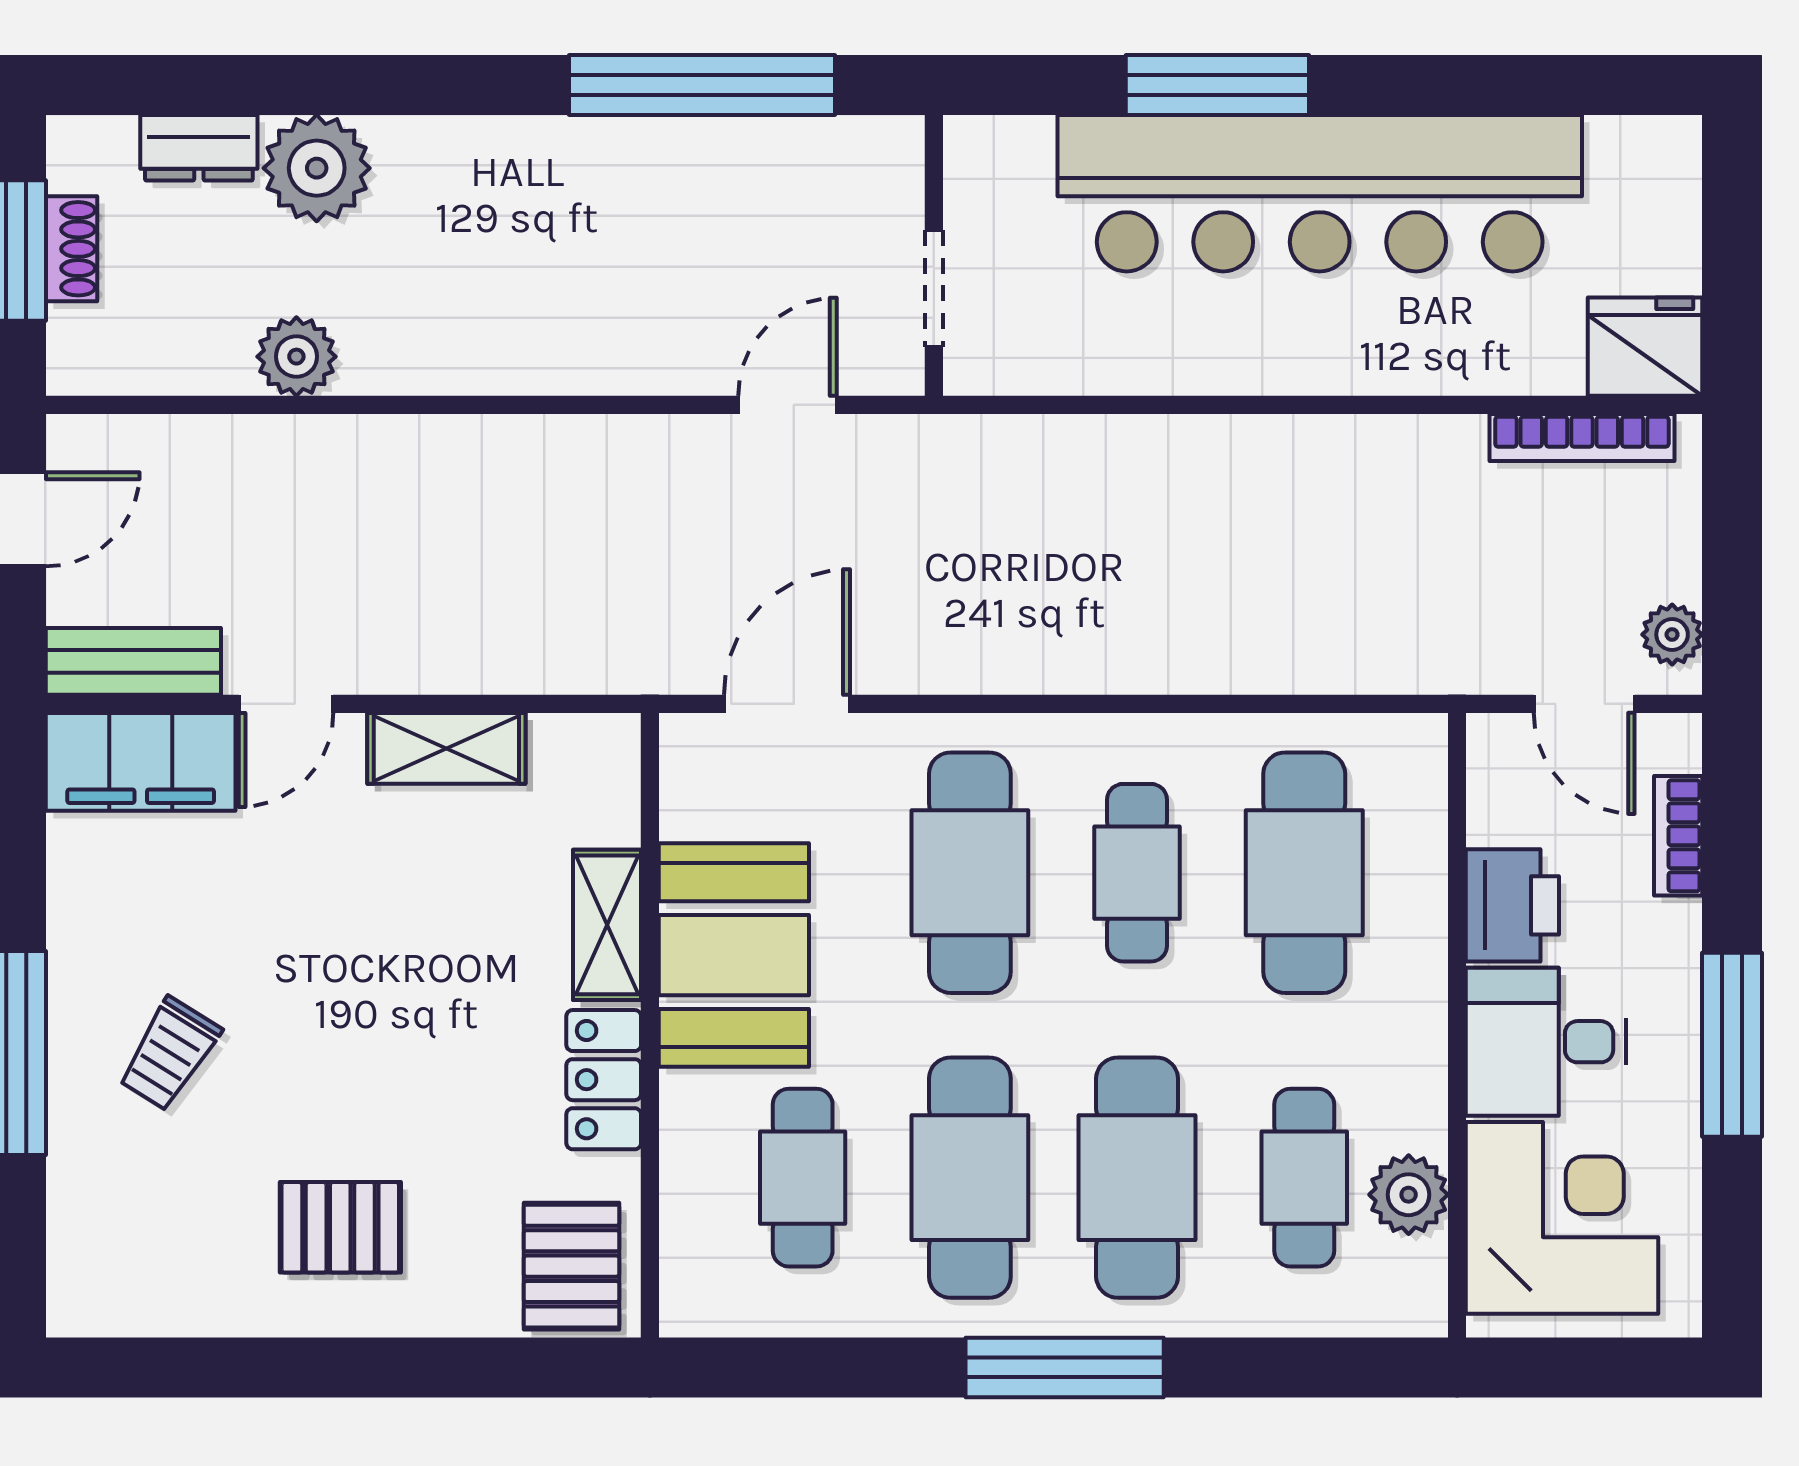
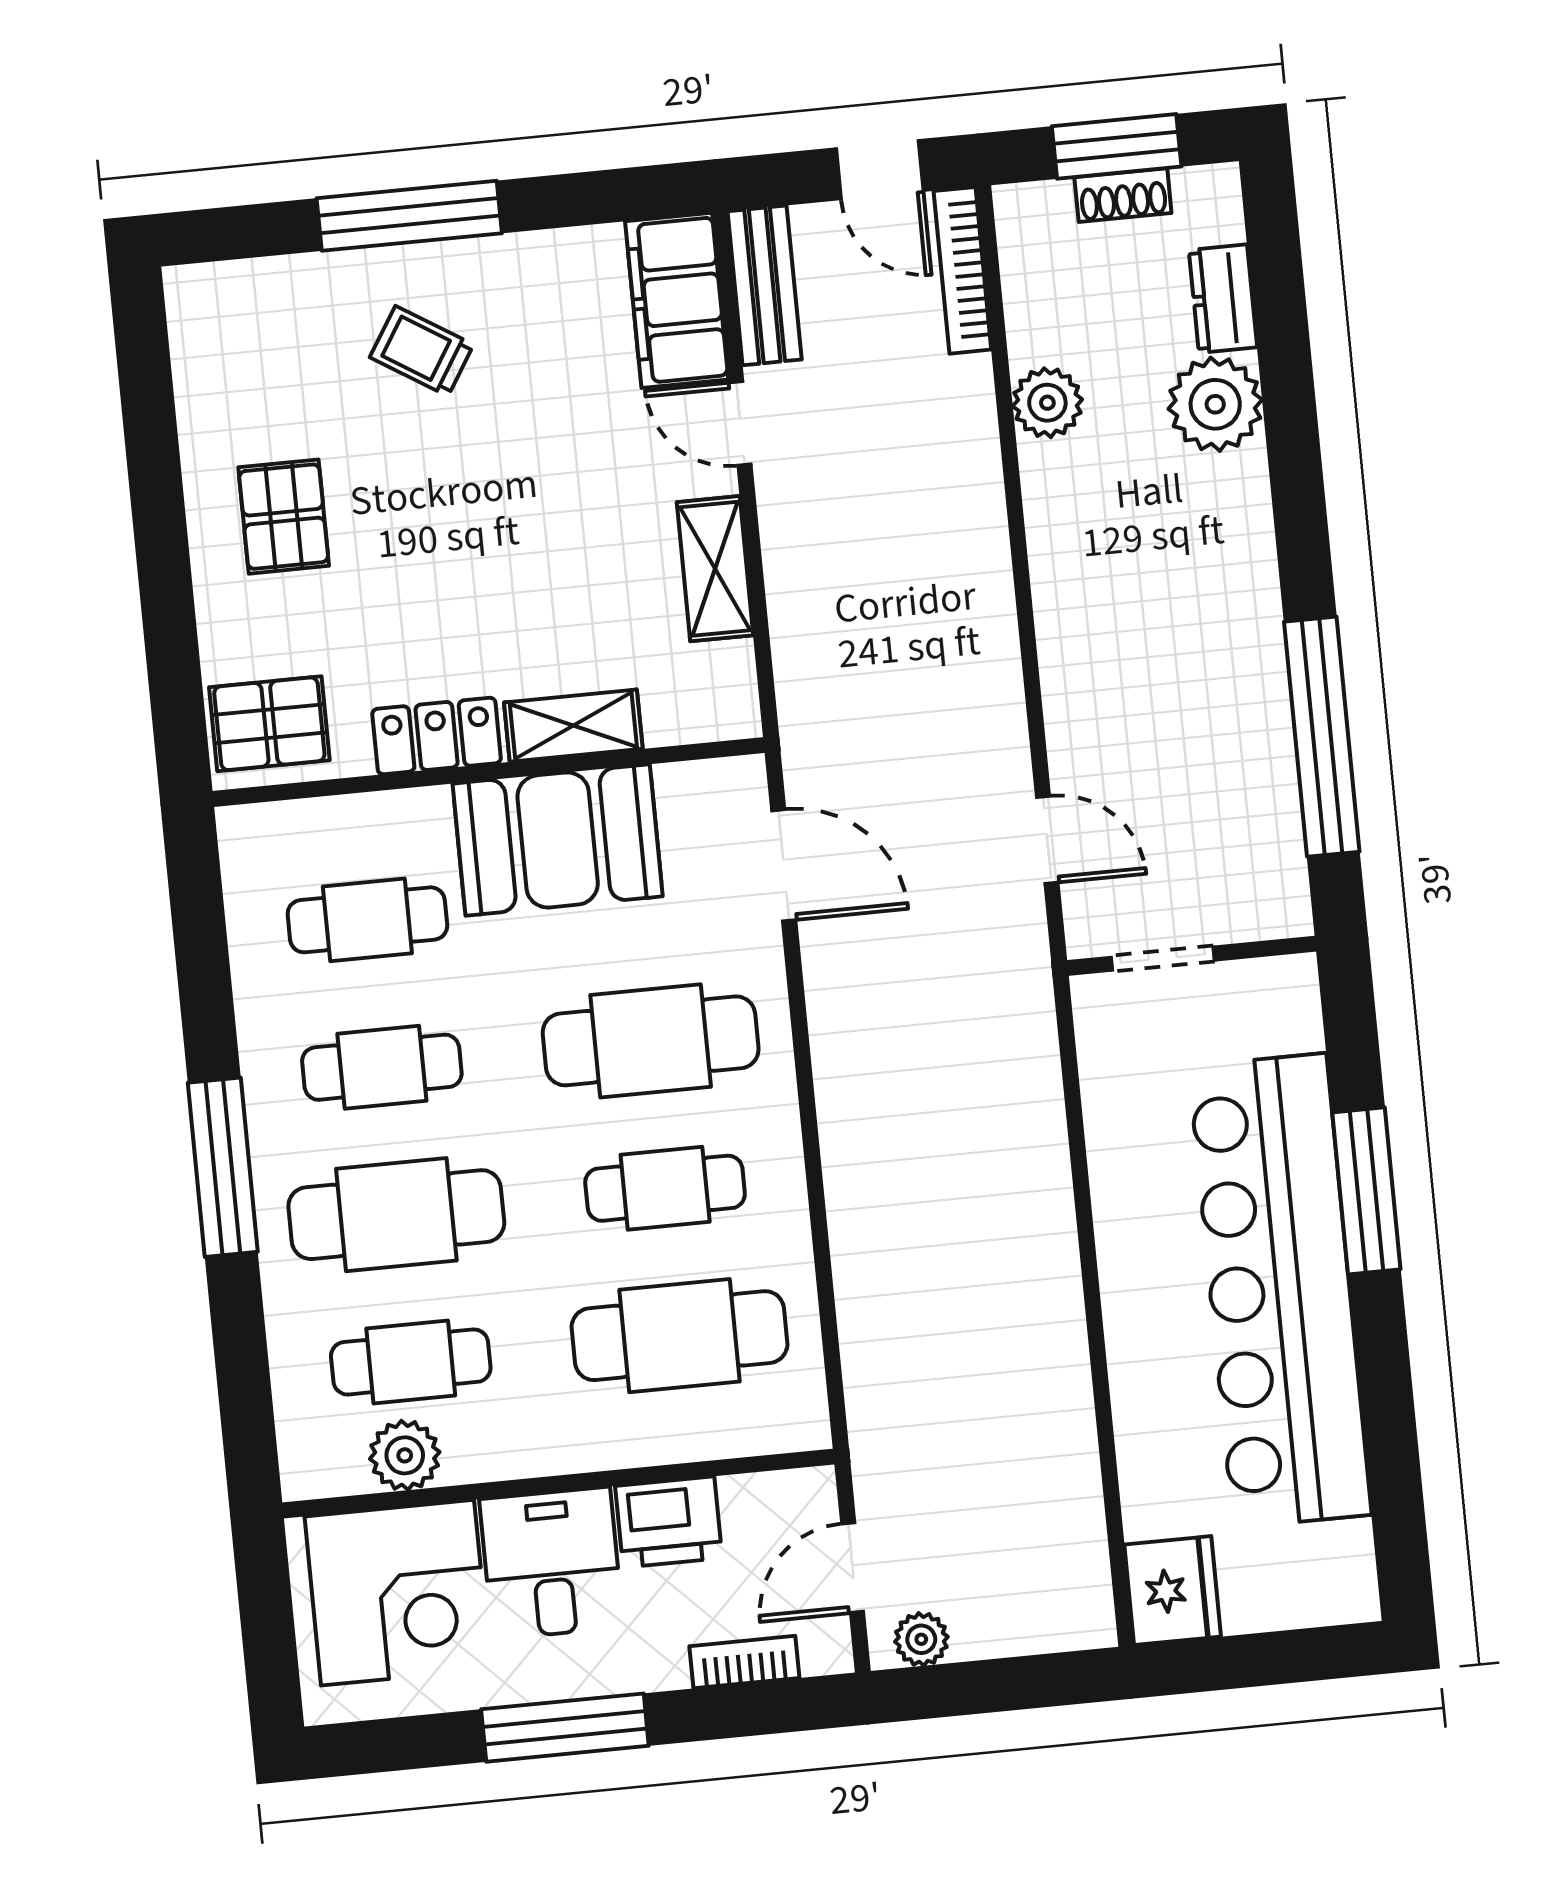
bookcase: (1582, 437) -> (962, 270), moved
cafe table: (970, 1178) -> (382, 1067), width x0.73, depth x0.74

